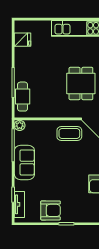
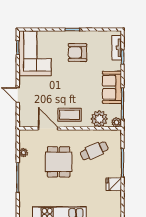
fridge: (23, 40) -> (114, 184), moved
cafe table: (23, 97) -> (94, 151), moved, turned 66
plant: (38, 129) -> (99, 119), added
armchair: (51, 210) -> (77, 53), moved

